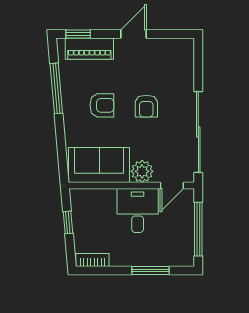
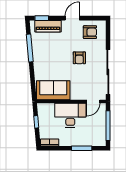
armchair: (102, 105) -> (90, 32), moved
plant: (142, 171) -> (77, 94), removed
desk: (138, 210) -> (70, 115), width x1.37

